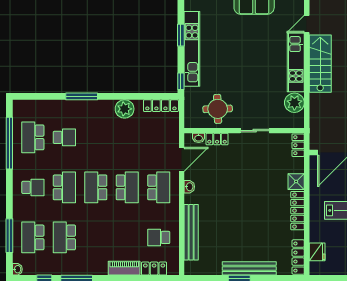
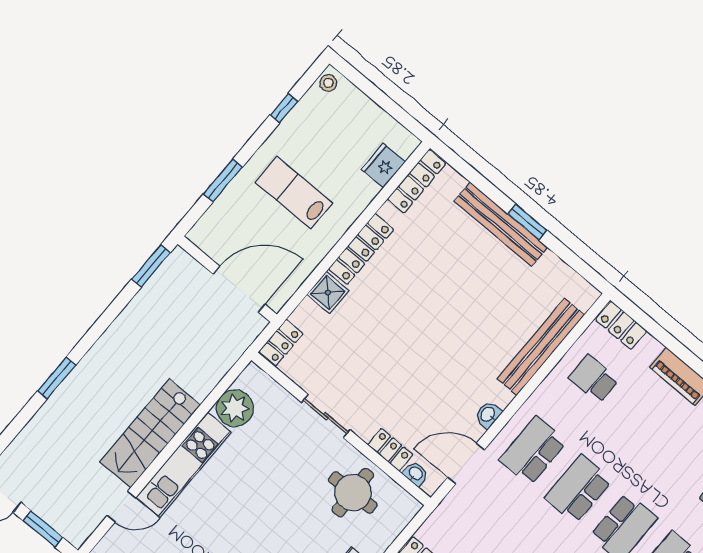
school desk: (159, 237) -> (594, 379), turned 180
locker: (154, 269) -> (621, 325), moved

